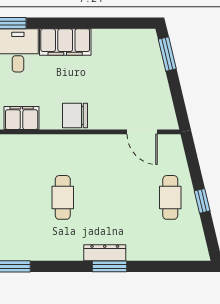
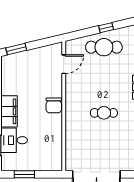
filing cabinet: (22, 118) -> (55, 138), removed
cafe table: (170, 197) -> (104, 47), width x1.37, depth x1.35

